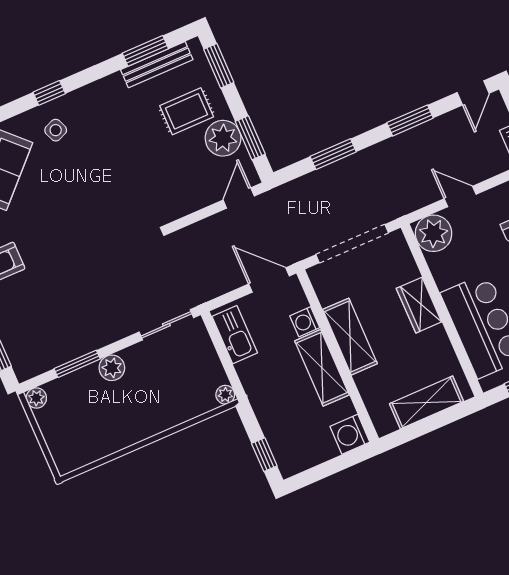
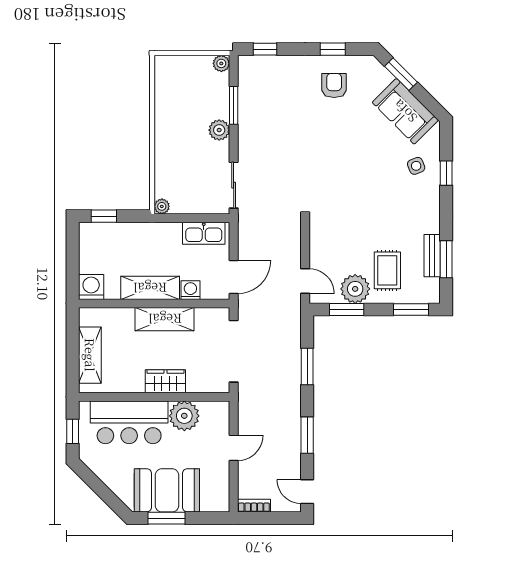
bench: (157, 65) -> (432, 256), width x0.73
plant: (434, 233) -> (184, 416), moved

